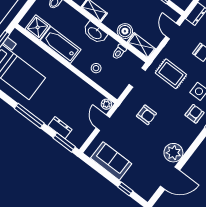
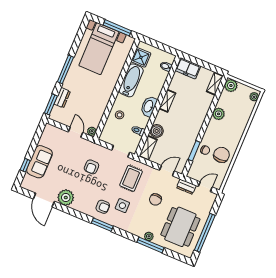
door: (103, 123) -> (76, 132), hinge flipped
sofa: (111, 161) -> (40, 162), moved

